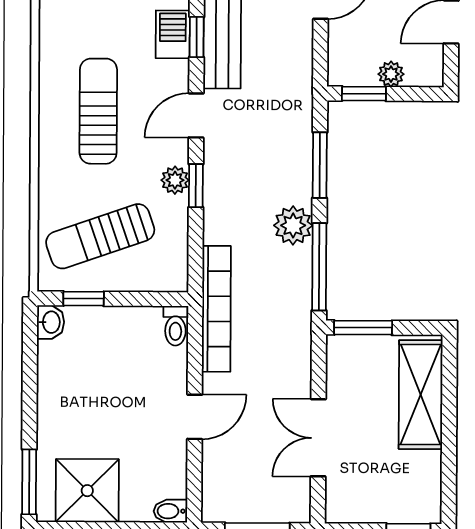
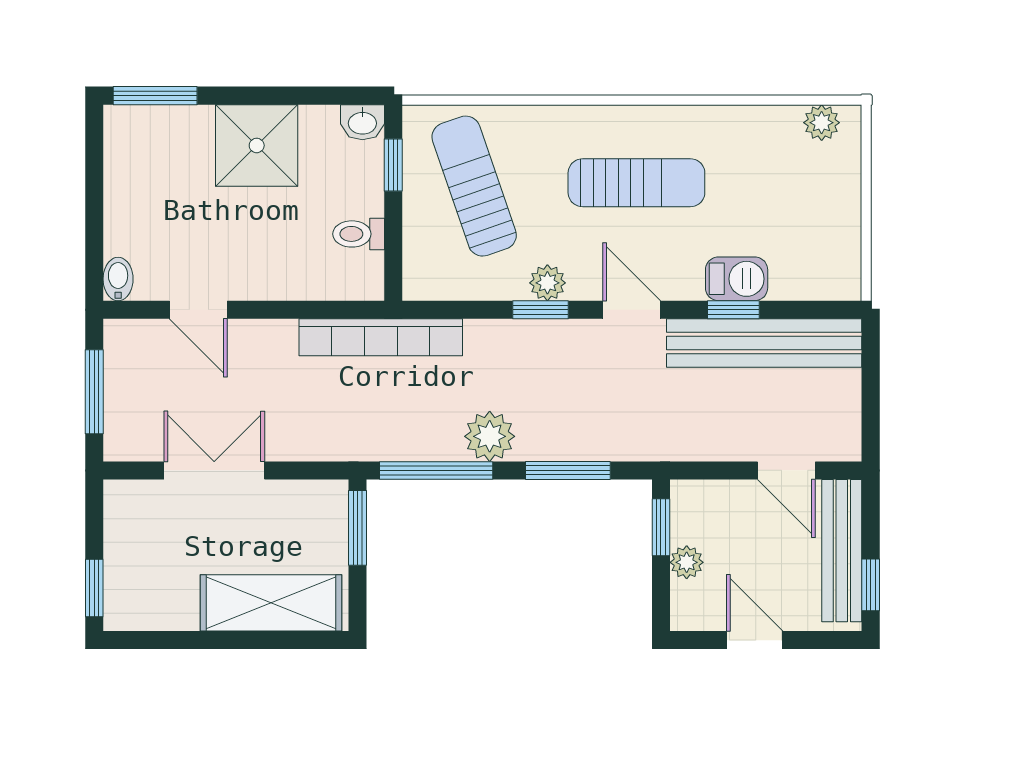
toilet: (175, 326) -> (359, 234), moved
door: (195, 417) -> (198, 310), moved
shower: (87, 491) -> (257, 145), moved

